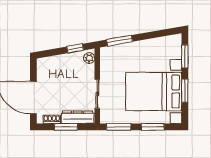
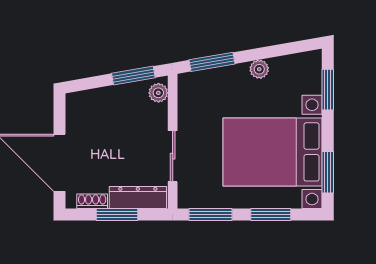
plant: (146, 45) -> (259, 69), added
window: (75, 48) -> (133, 76), width x1.50
window: (185, 91) -> (328, 172), moved

